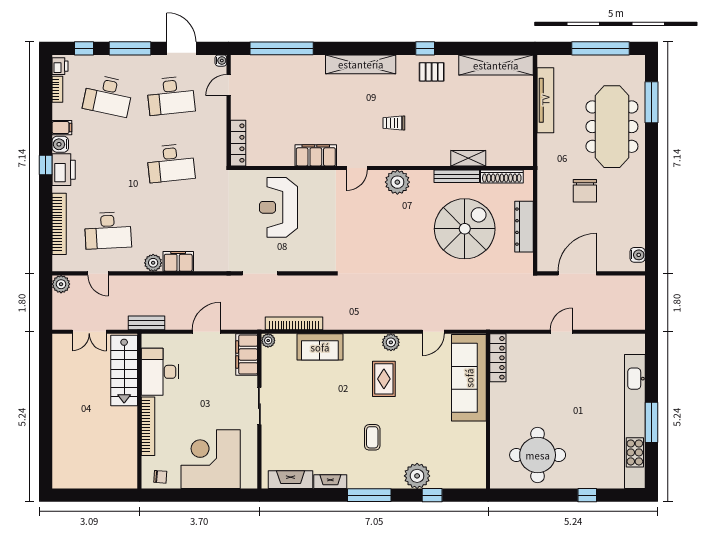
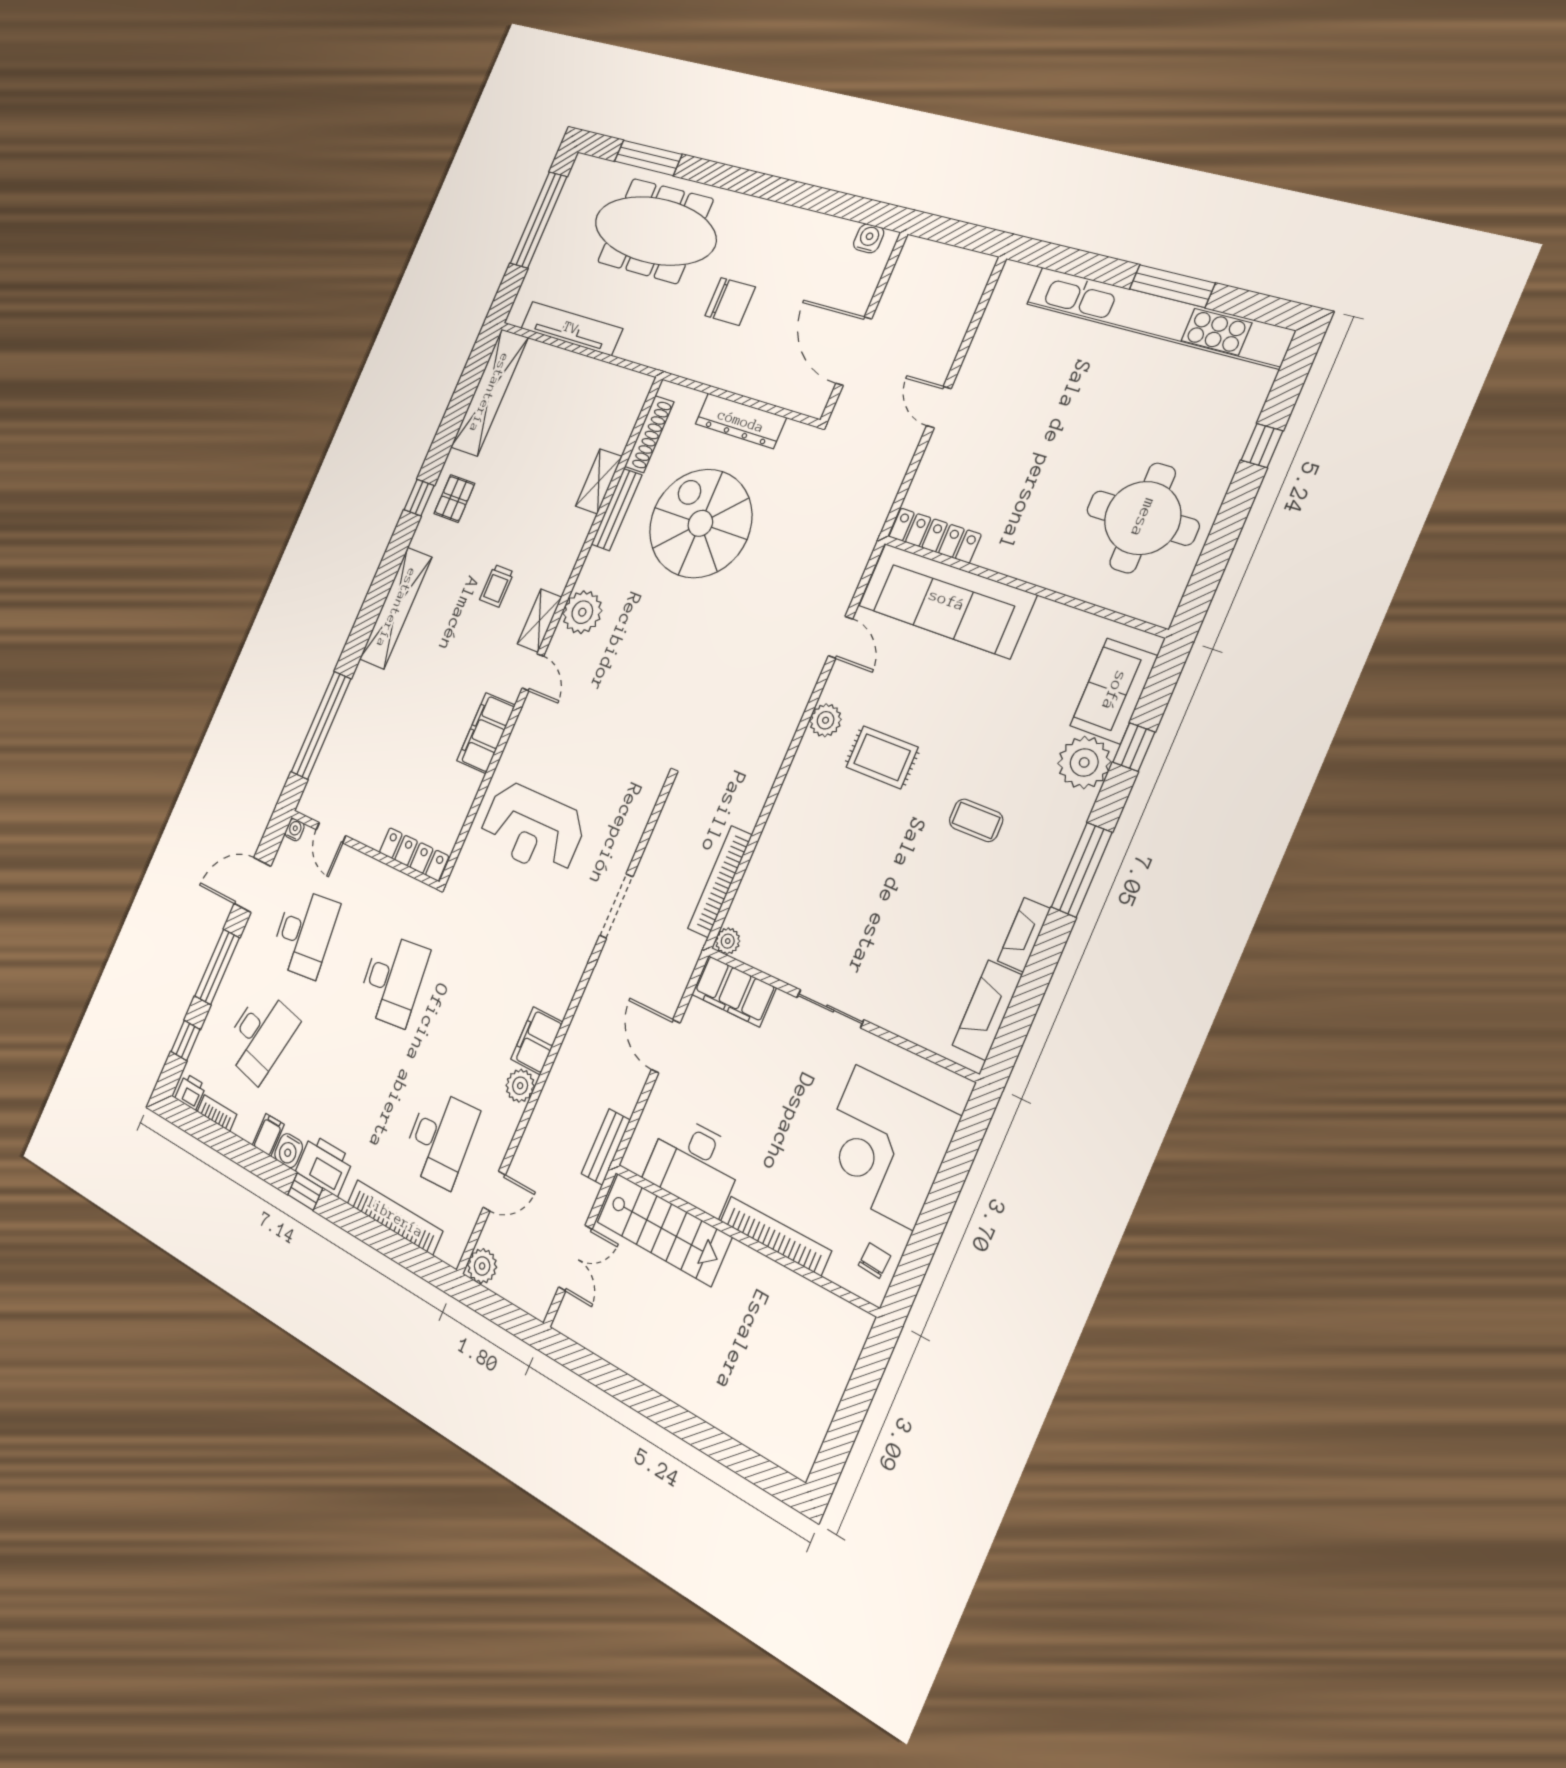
shelving: (385, 159) -> (540, 621), added
sofa: (320, 347) -> (1114, 691), moved, turned 180

